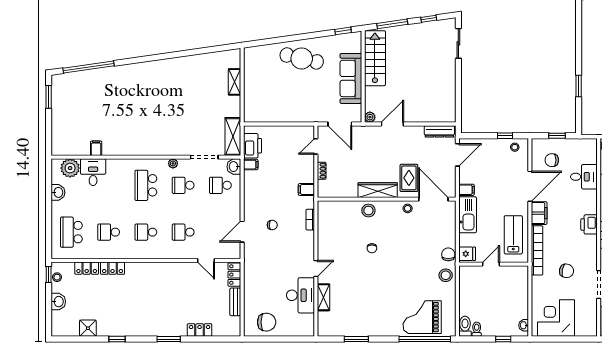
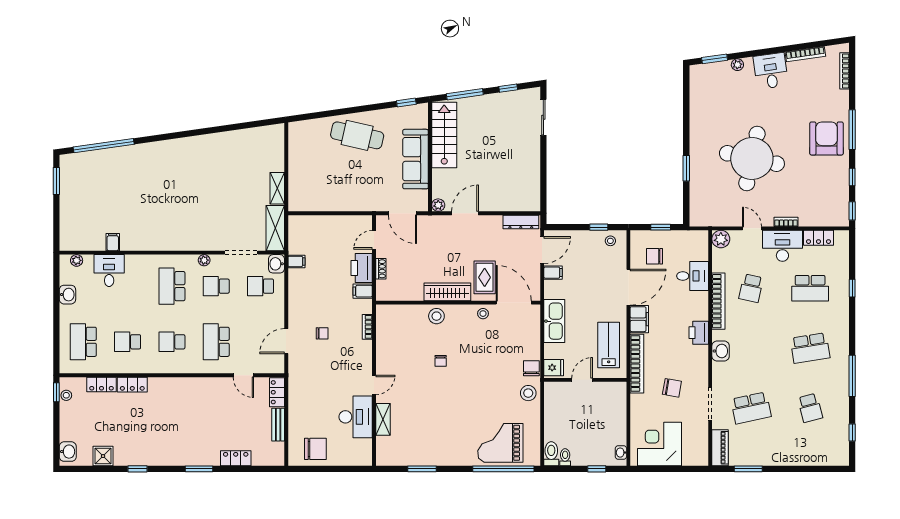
shelving: (235, 82) -> (277, 188), moved
printer: (252, 146) -> (362, 268), moved, turned 180
plant: (70, 168) -> (77, 260), width x0.53, depth x0.53
filing cabinet: (466, 190) -> (553, 273), moved
school desk: (183, 232) -> (216, 342), width x1.85
washbasin: (58, 302) -> (68, 452), moved

